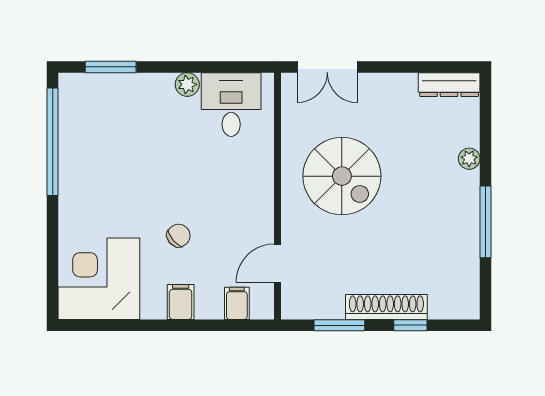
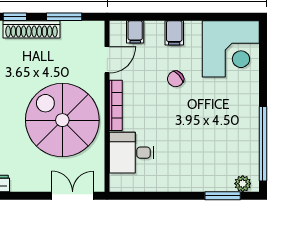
plant: (187, 84) -> (243, 184), moved
desk: (231, 105) -> (132, 153), moved, turned 90
spiral stairs: (342, 176) -> (62, 120), width x1.37, depth x1.37
bookcase: (265, 197) -> (116, 105), added

